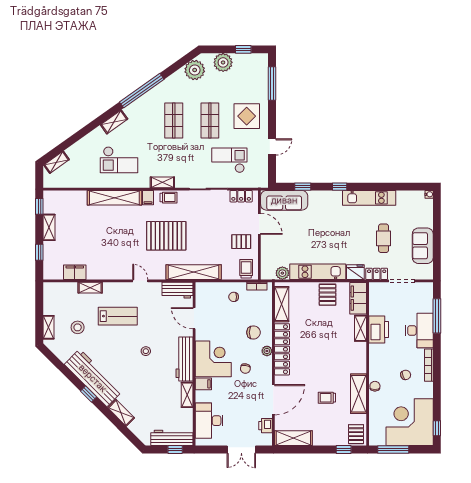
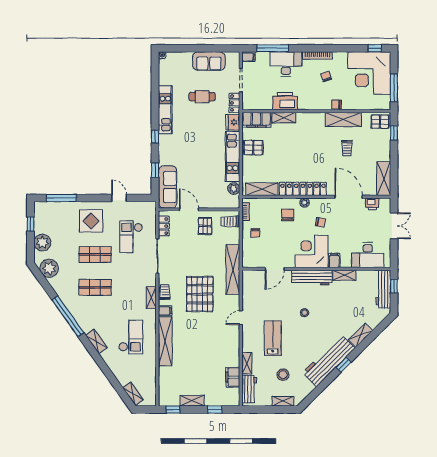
door: (259, 224) -> (189, 209), hinge flipped
filing cabinet: (427, 289) -> (248, 57), added
workbench: (177, 290) -> (249, 389), moved

